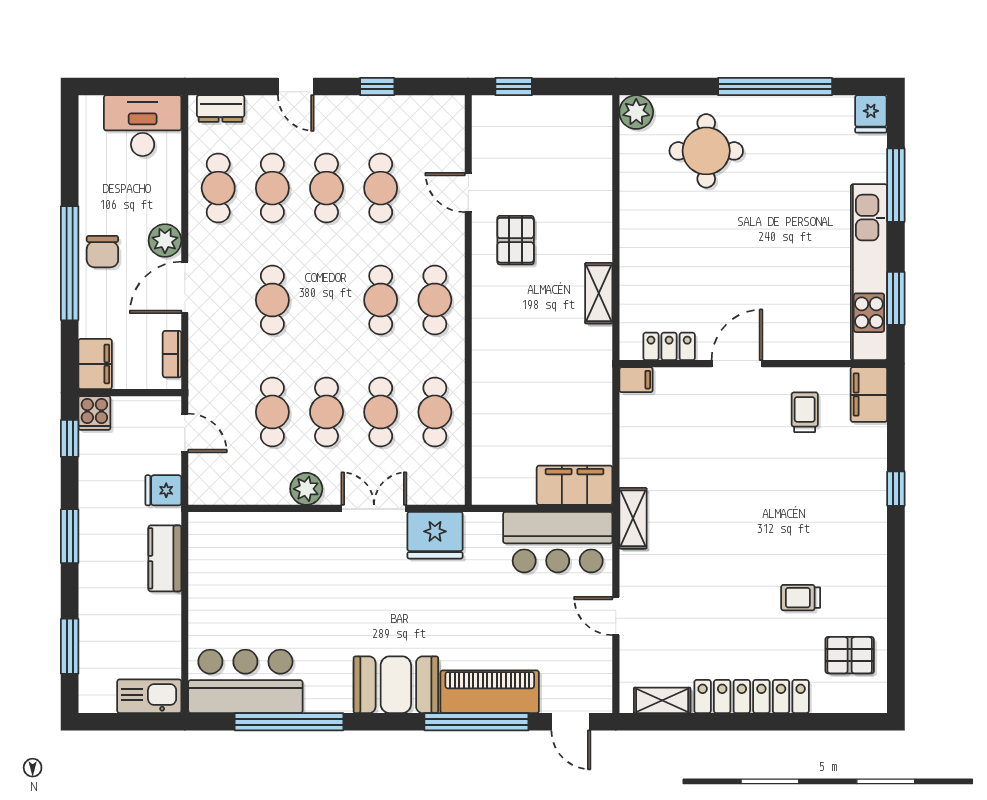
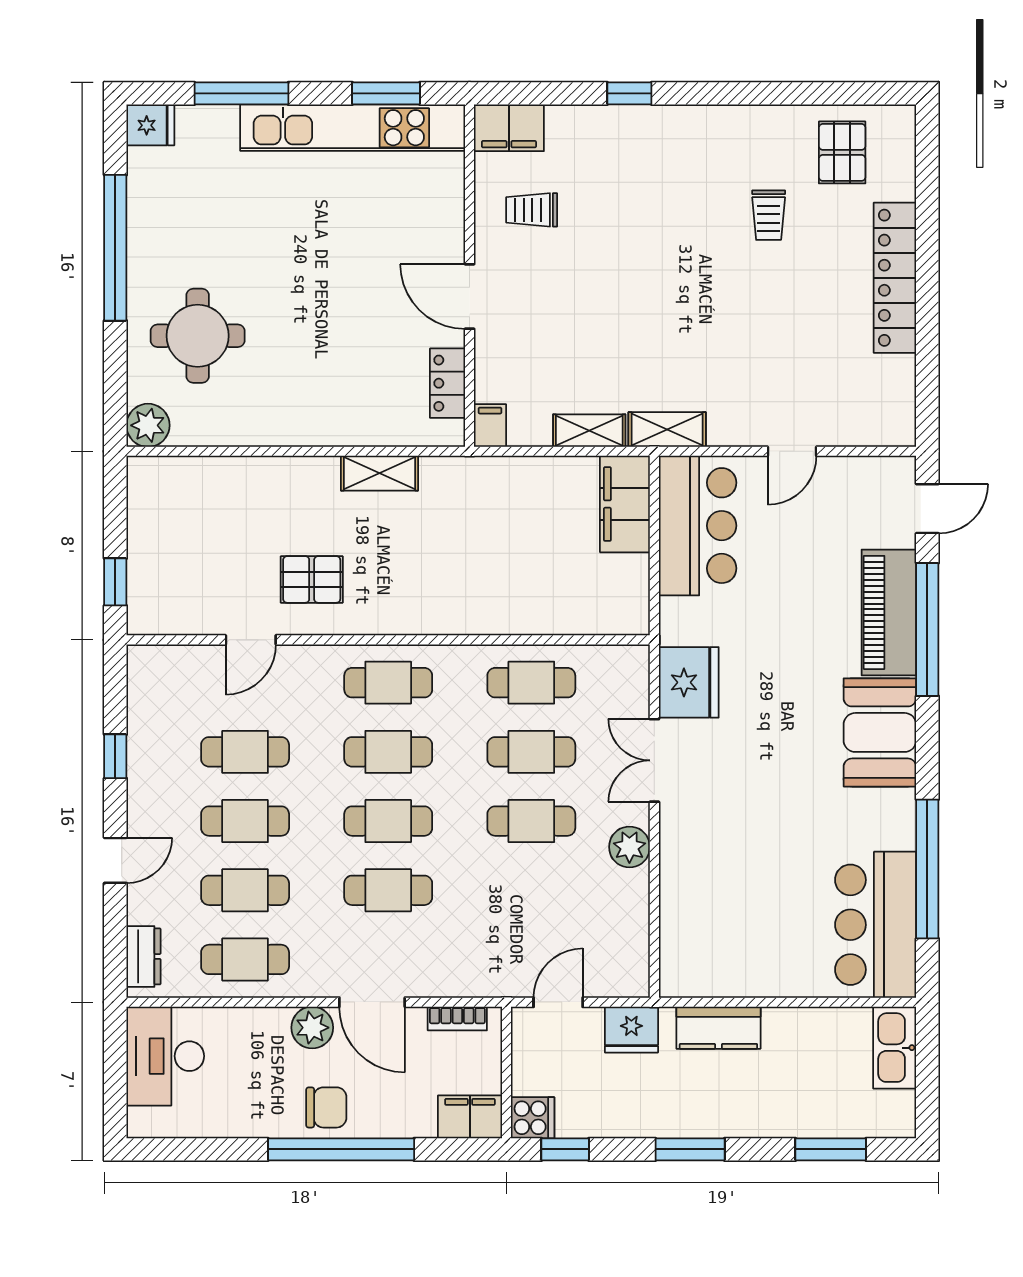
cafe table: (272, 412) -> (388, 821), moved
fridge: (163, 490) -> (631, 1030), width x1.38
shelving: (662, 700) -> (589, 431), moved, turned 90

